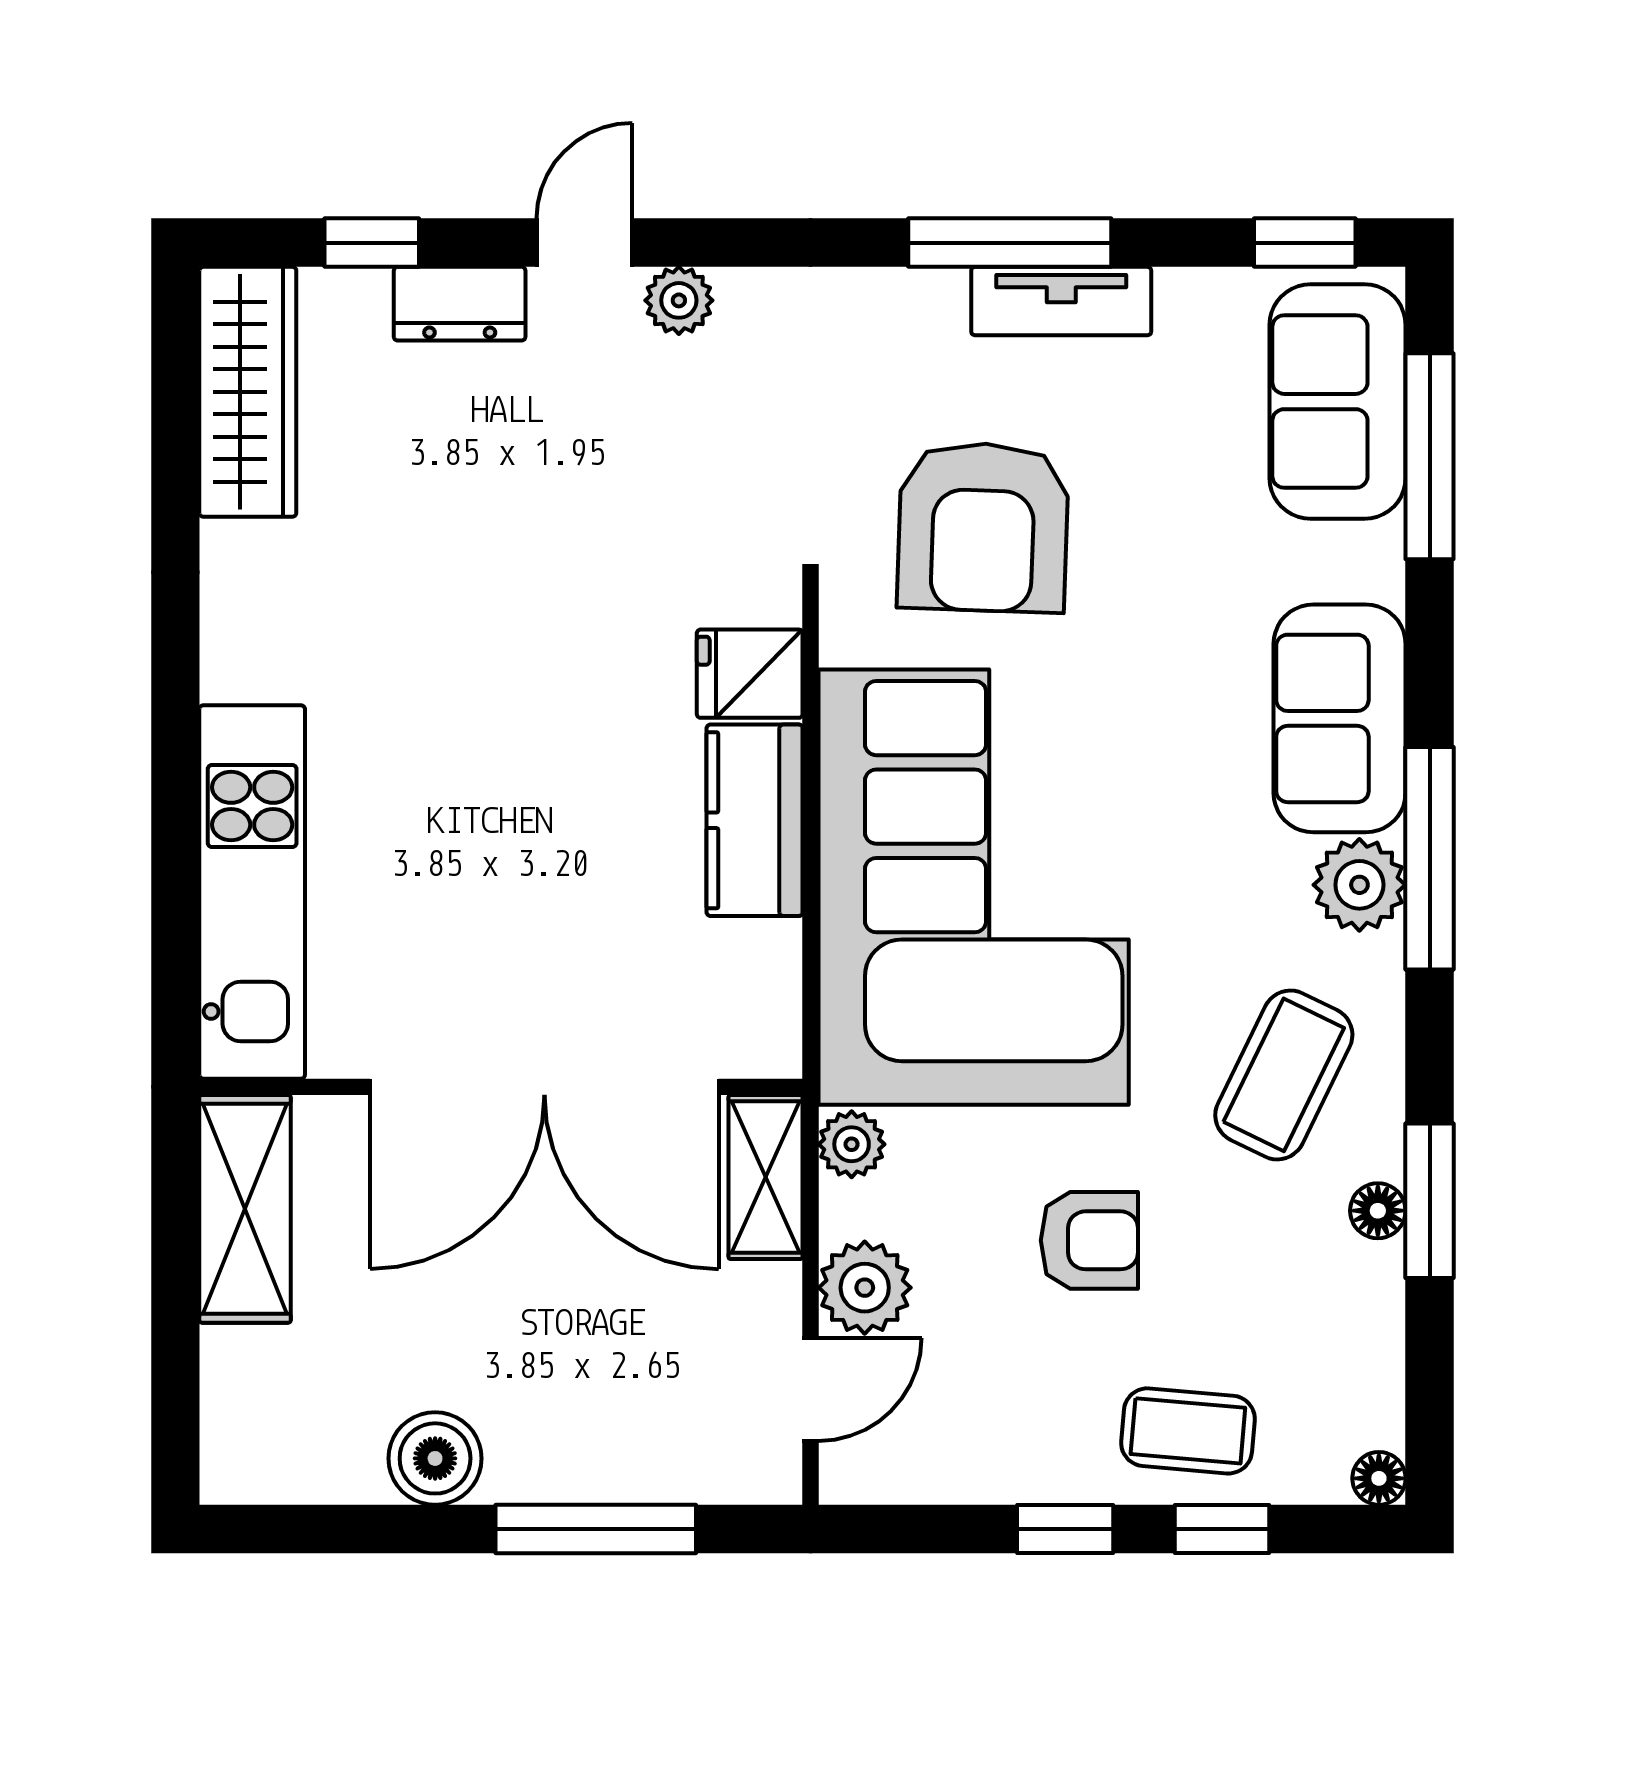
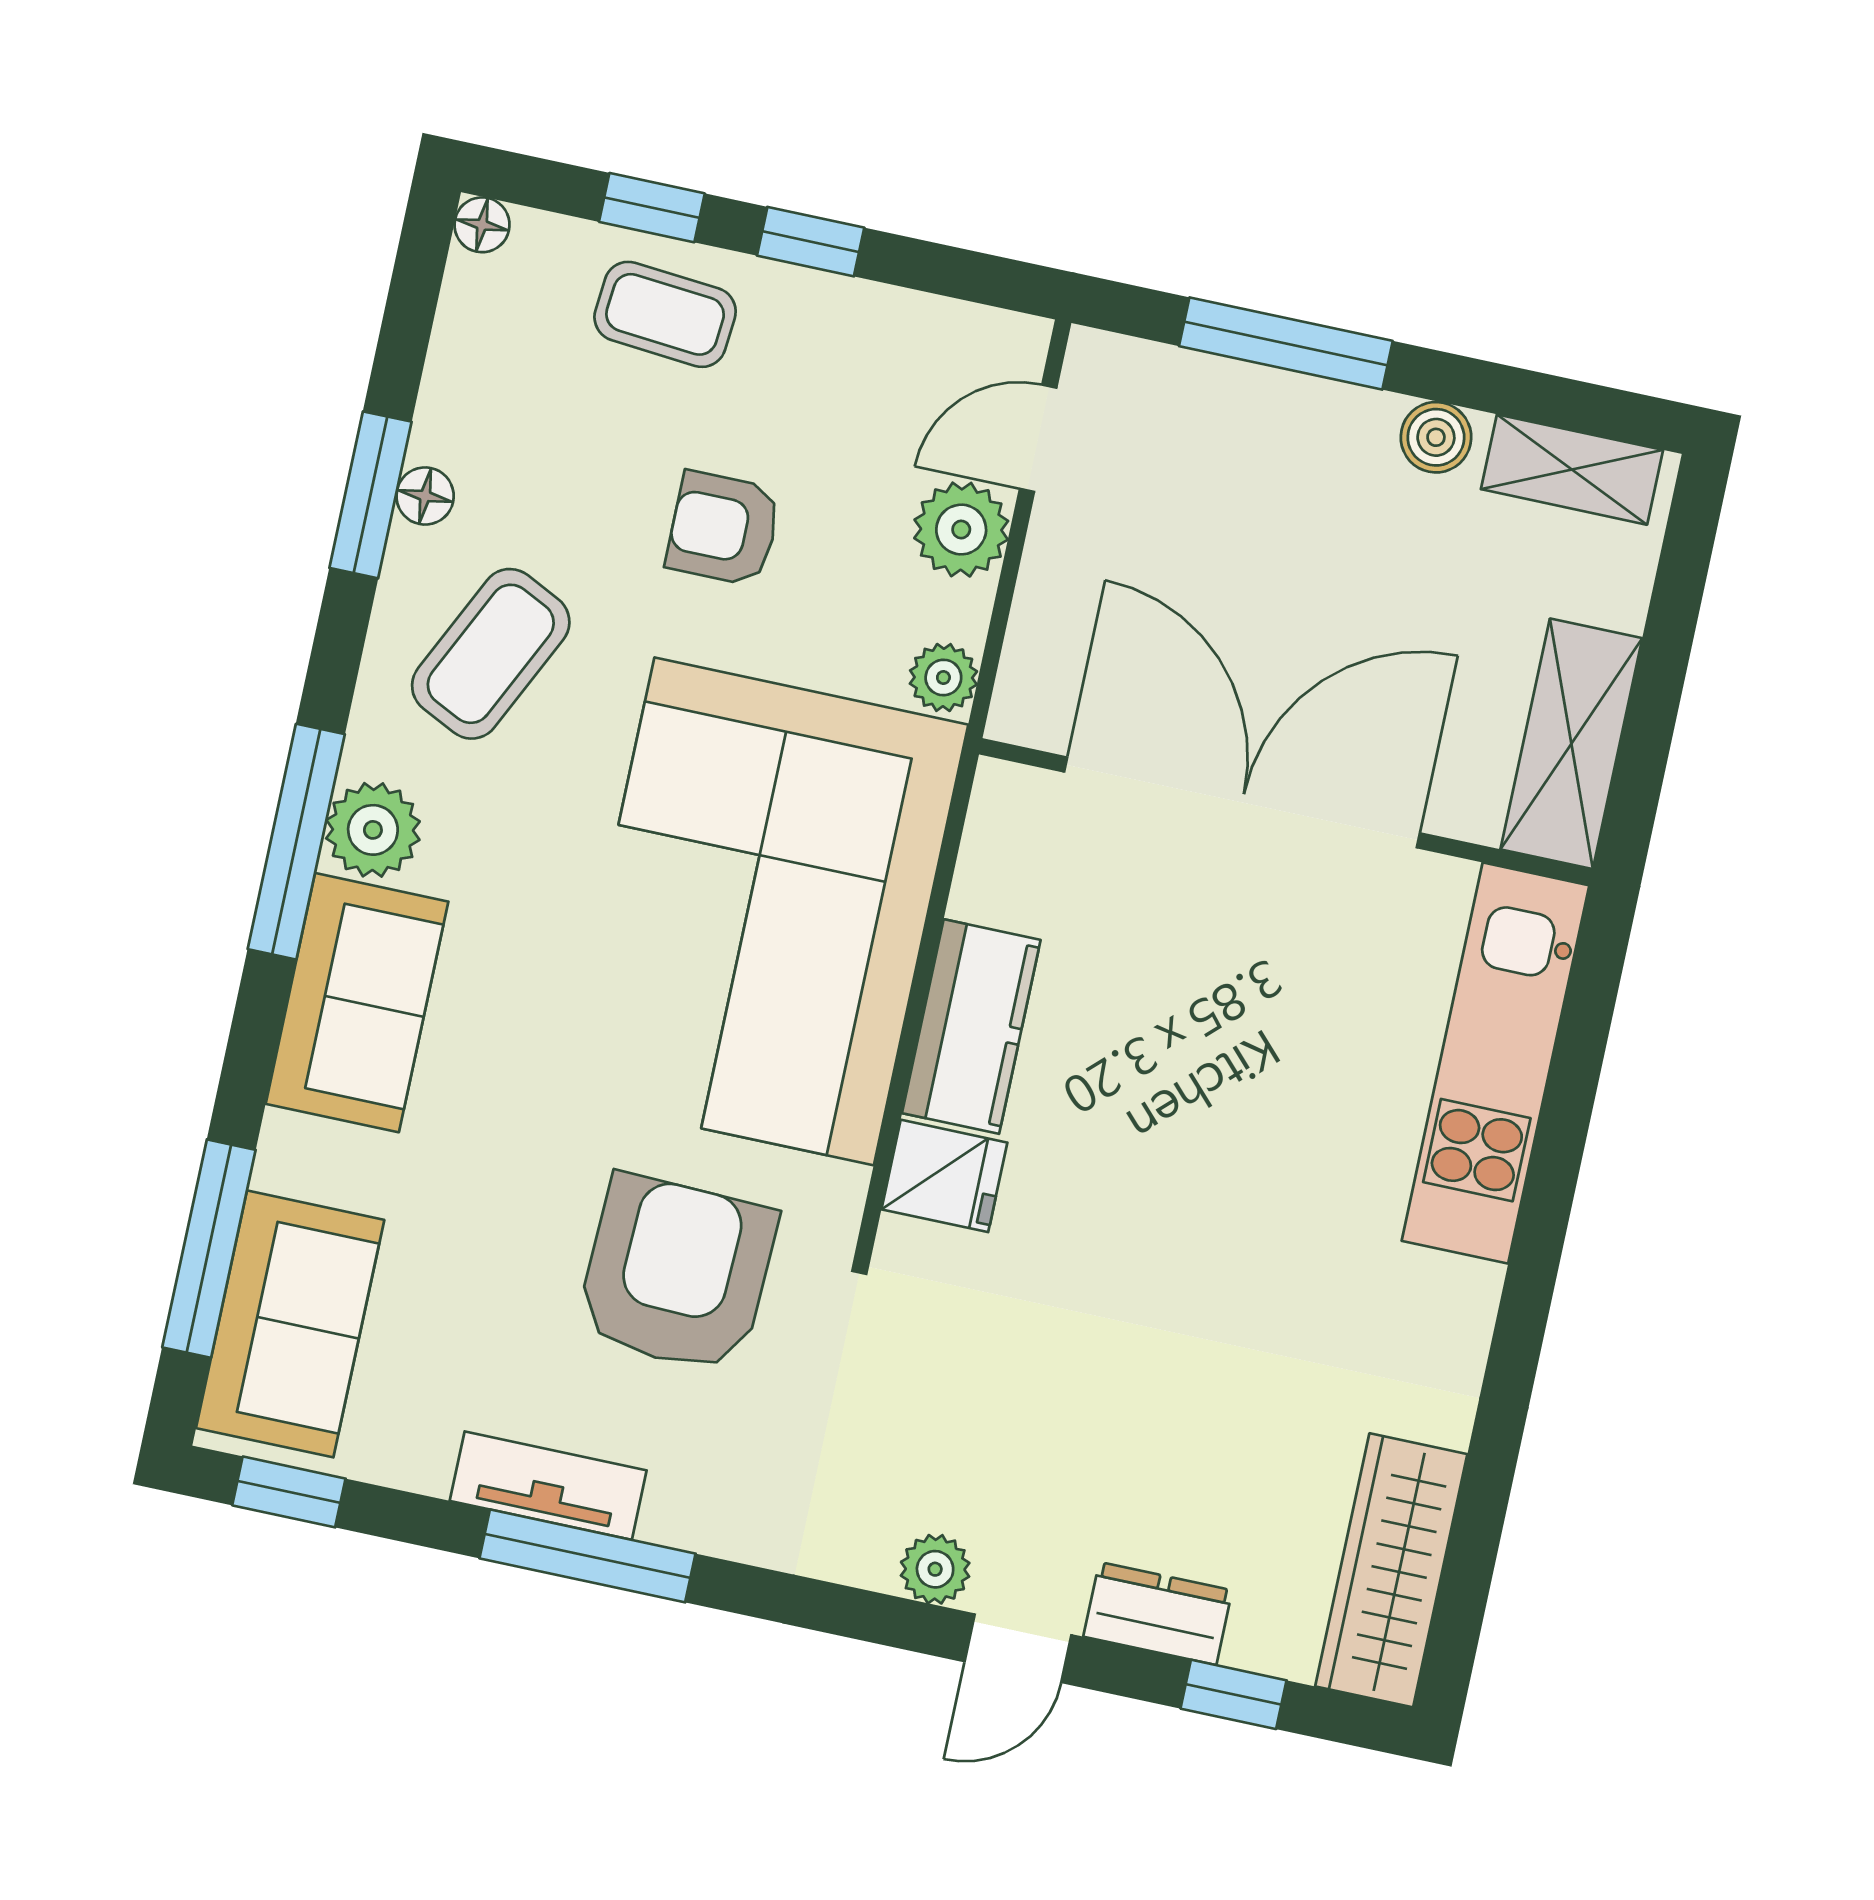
shelving: (766, 1177) -> (1572, 470), moved, turned 90
boiler: (435, 1458) -> (1436, 437), width x0.73, depth x0.73

